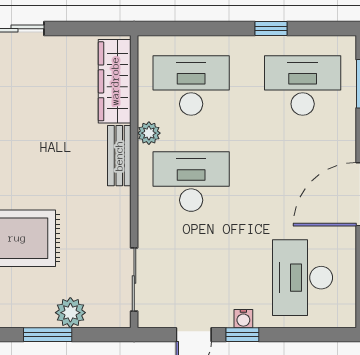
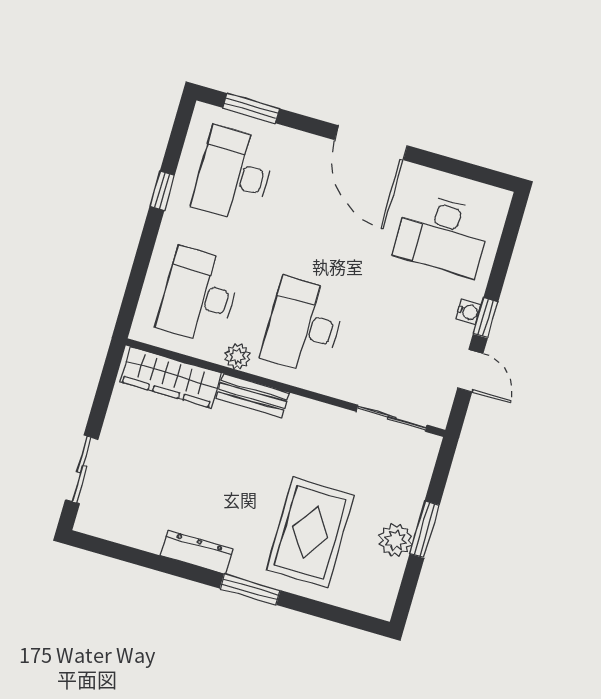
plant: (70, 313) -> (396, 540), moved

